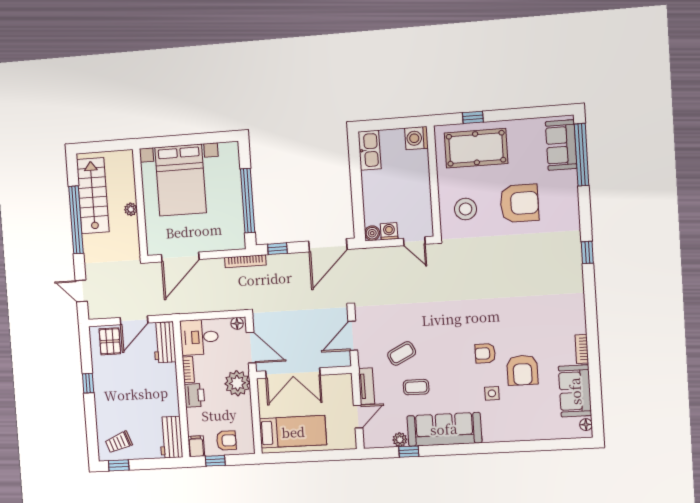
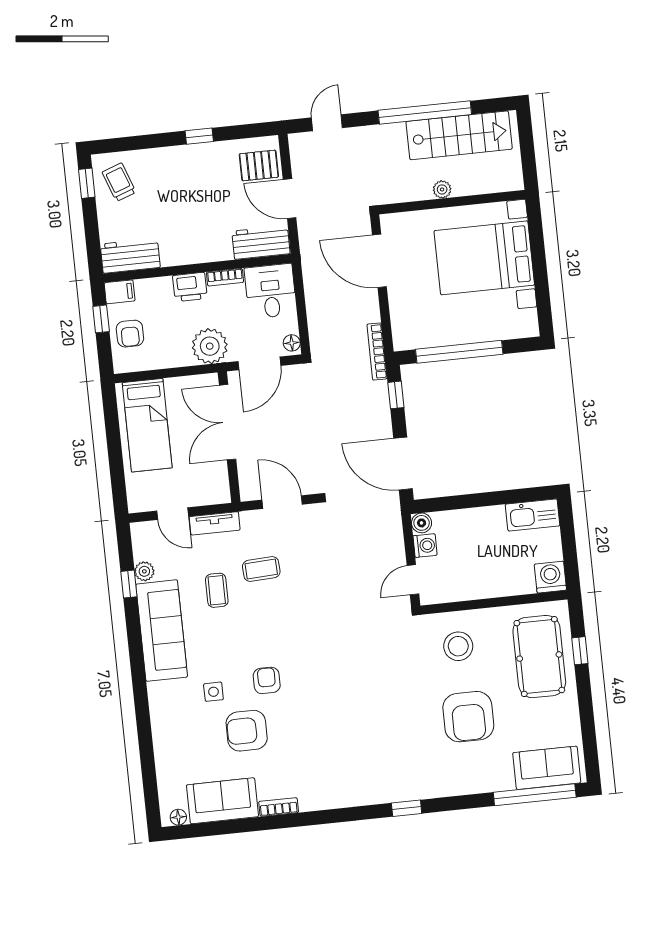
coffee table: (402, 353) -> (261, 569), turned -66

